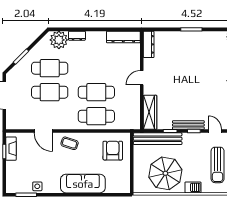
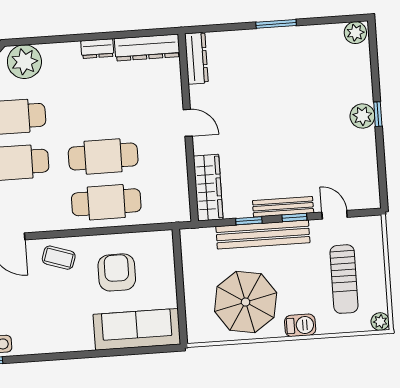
dresser: (77, 36) -> (97, 49), moved
door: (142, 78) -> (188, 123), swing flipped
bench: (158, 139) -> (263, 235), moved
armchair: (113, 151) -> (117, 272), moved
sofa: (83, 184) -> (137, 329), moved

